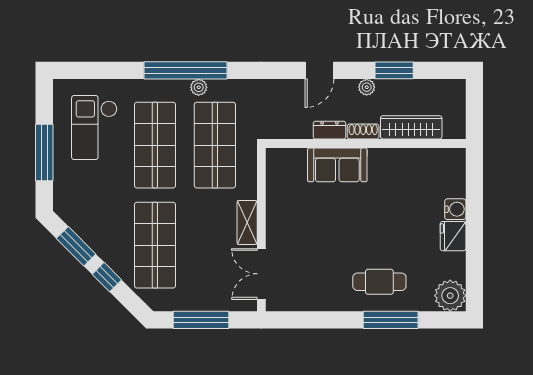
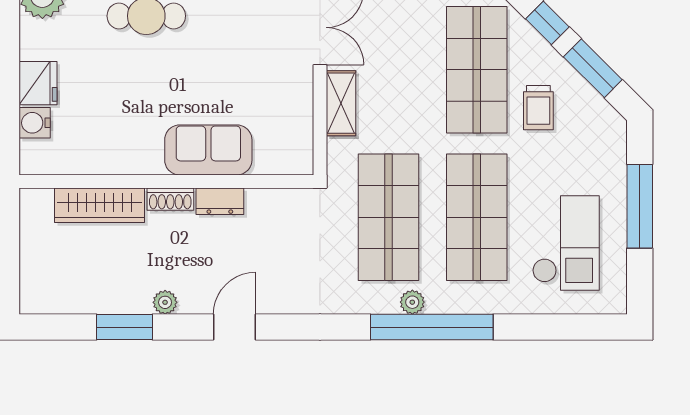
wardrobe: (411, 127) -> (100, 205), moved
dresser: (329, 130) -> (220, 201), moved
shoe rack: (363, 132) -> (170, 199), moved
wall: (366, 143) -> (166, 181), moved
sofa: (337, 165) -> (208, 150), moved
trolley: (113, 220) -> (538, 108), added

